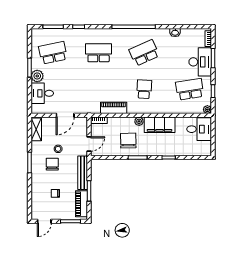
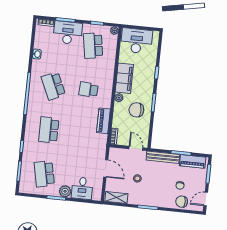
desk: (199, 129) -> (137, 41), width x1.37
chair: (52, 164) -> (182, 202), moved
door: (44, 221) -> (206, 199), swing flipped

